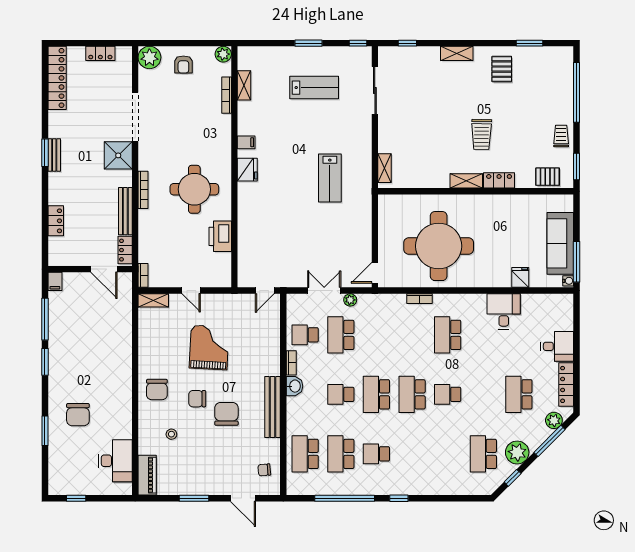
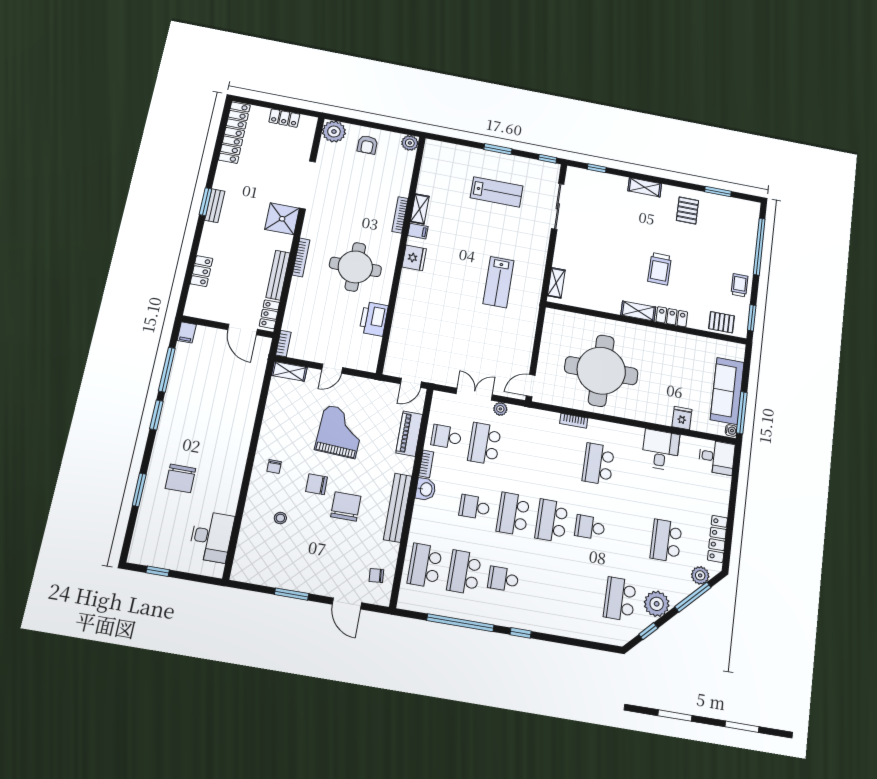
shelving: (244, 85) -> (420, 209), moved
bookcase: (227, 95) -> (400, 215), moved
door: (191, 291) -> (332, 369), hinge flipped
desk: (557, 346) -> (717, 457), moved
chair: (157, 389) -> (274, 466), width x0.54, depth x0.54
piano: (147, 475) -> (409, 434), moved, turned 180

